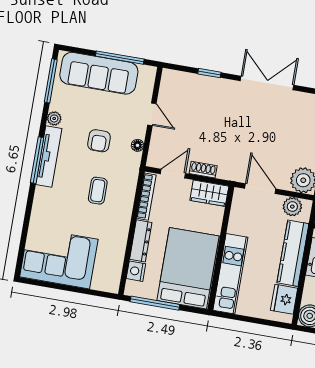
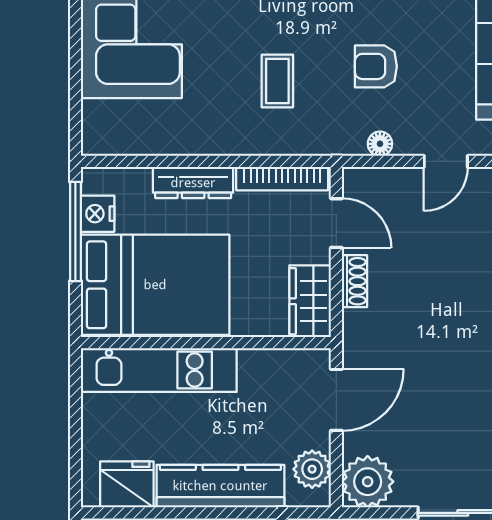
coffee table: (98, 191) -> (277, 81), turned 90
nightstand: (136, 271) -> (98, 214), moved, turned -90

